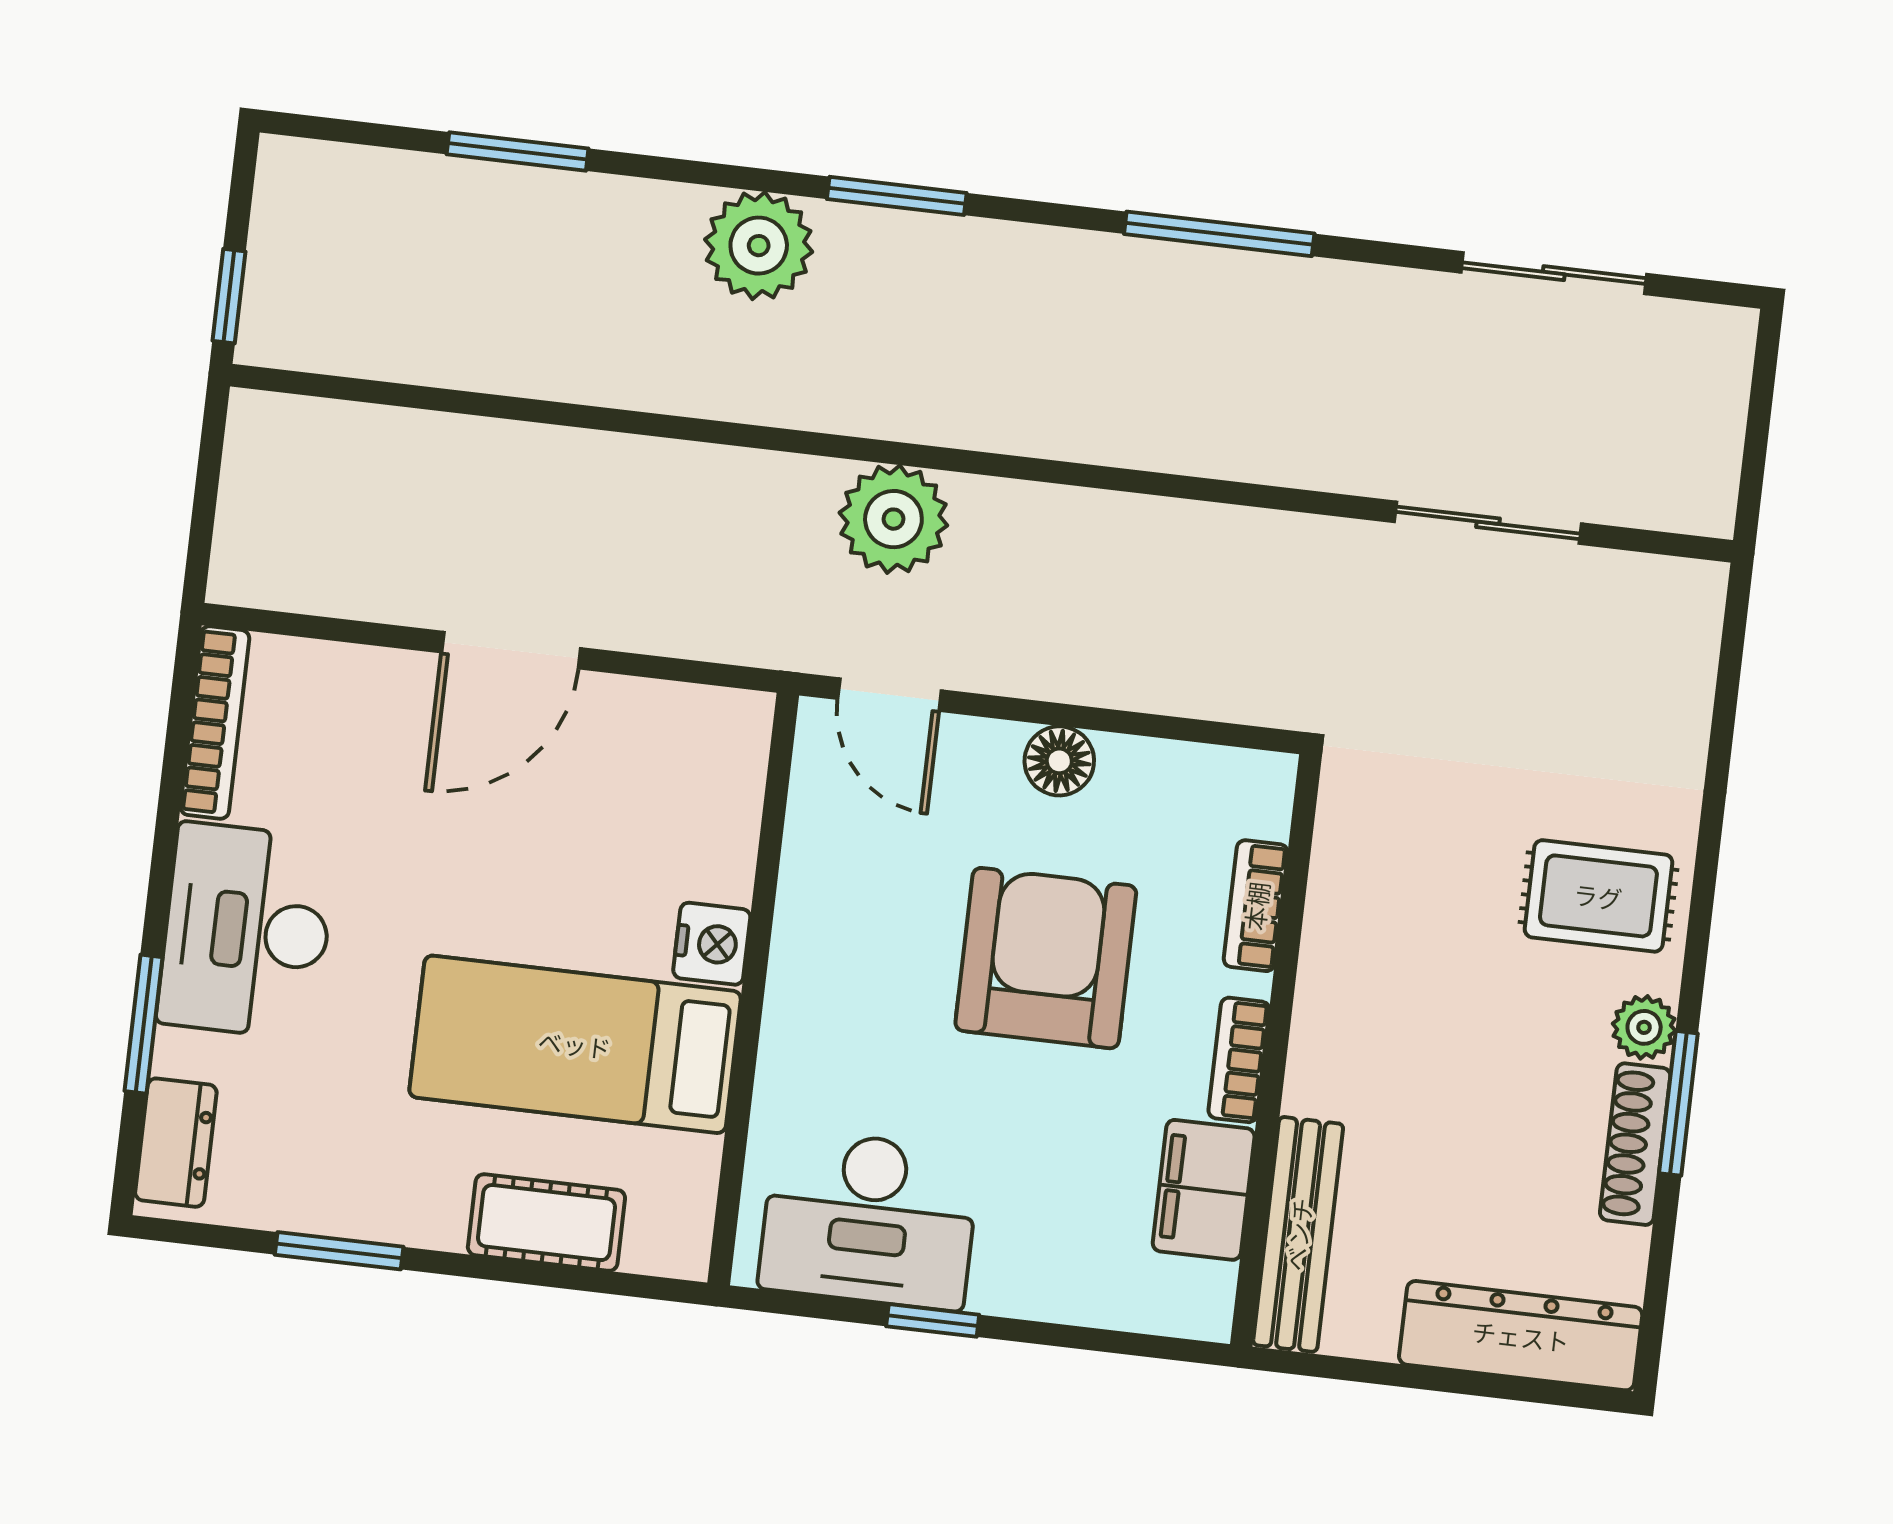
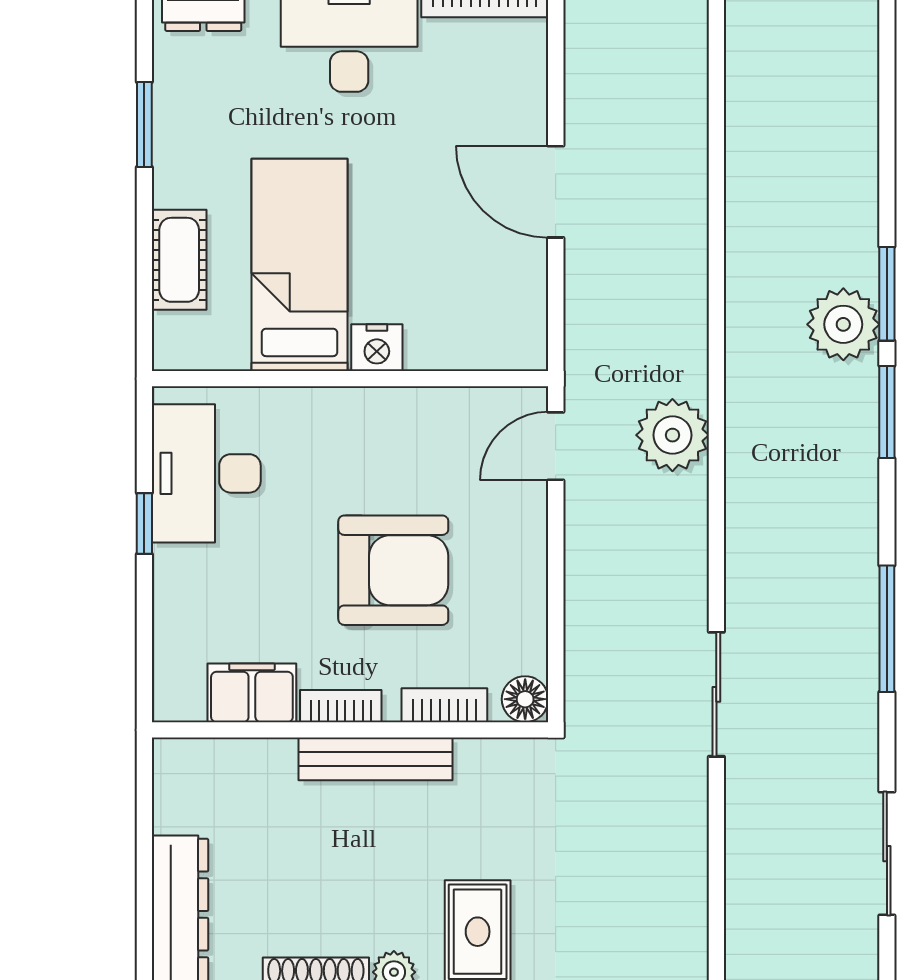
window: (518, 151) -> (887, 294), moved
sliding door: (1488, 523) -> (716, 694), moved
floor lamp: (1059, 761) -> (525, 699), moved
bench: (1298, 1234) -> (375, 759), moved

